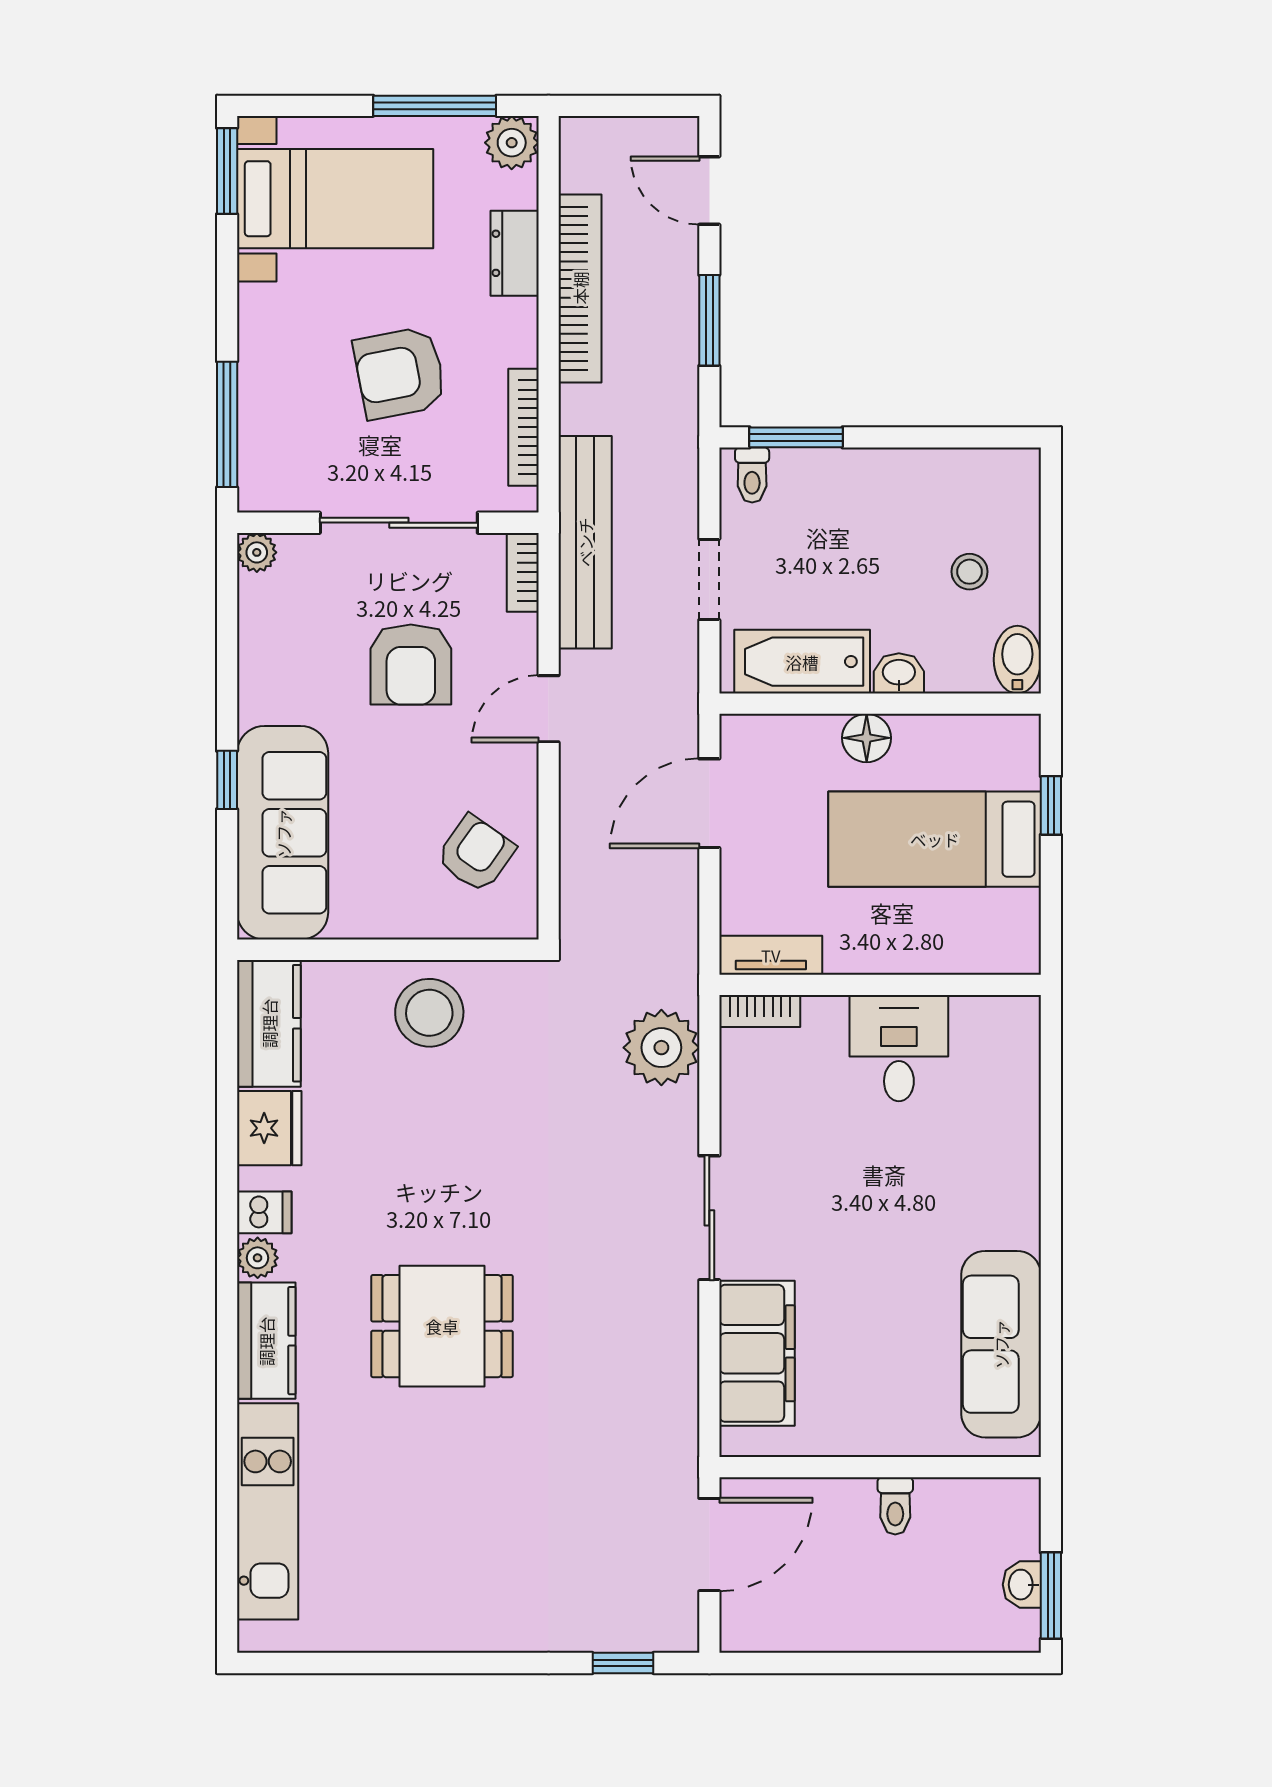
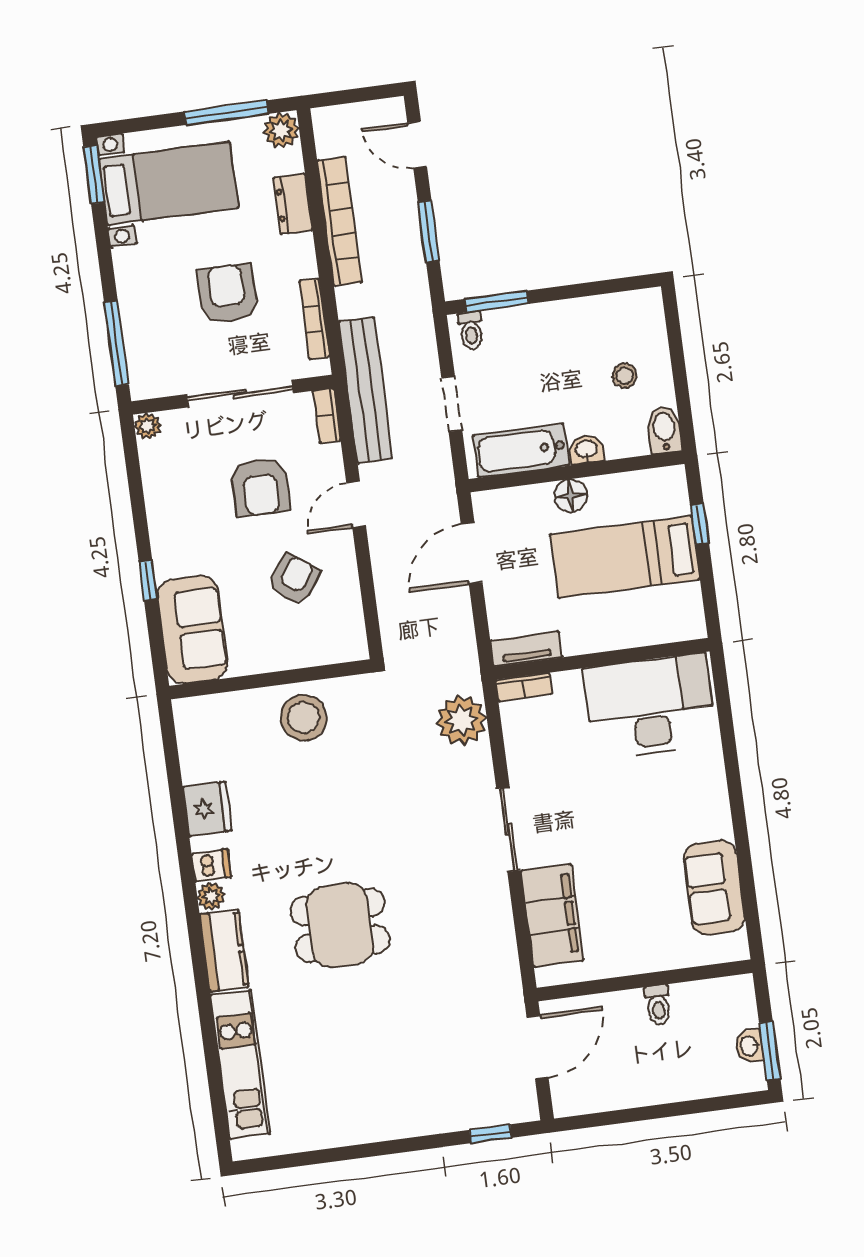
armchair: (400, 373) -> (227, 294), turned 101
sofa: (283, 833) -> (192, 630), width x0.73
armchair: (476, 854) -> (294, 579), moved
kitchen counter: (269, 1023) -> (198, 739), removed
desk: (899, 1048) -> (650, 706), width x1.87, depth x1.30
sofa: (1001, 1344) -> (714, 888), width x0.73

